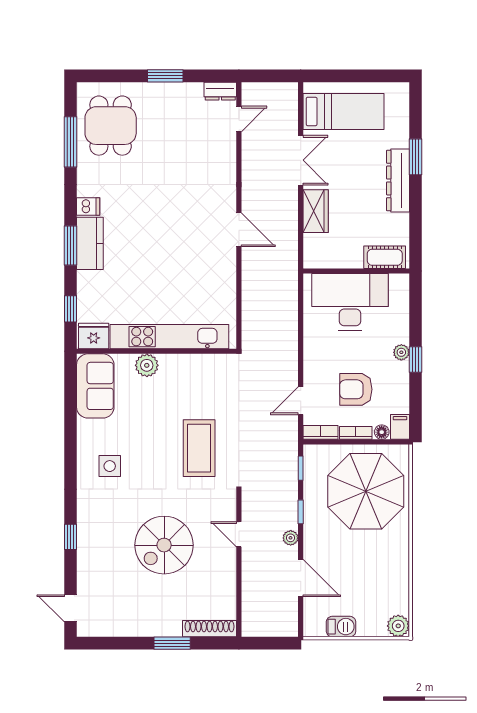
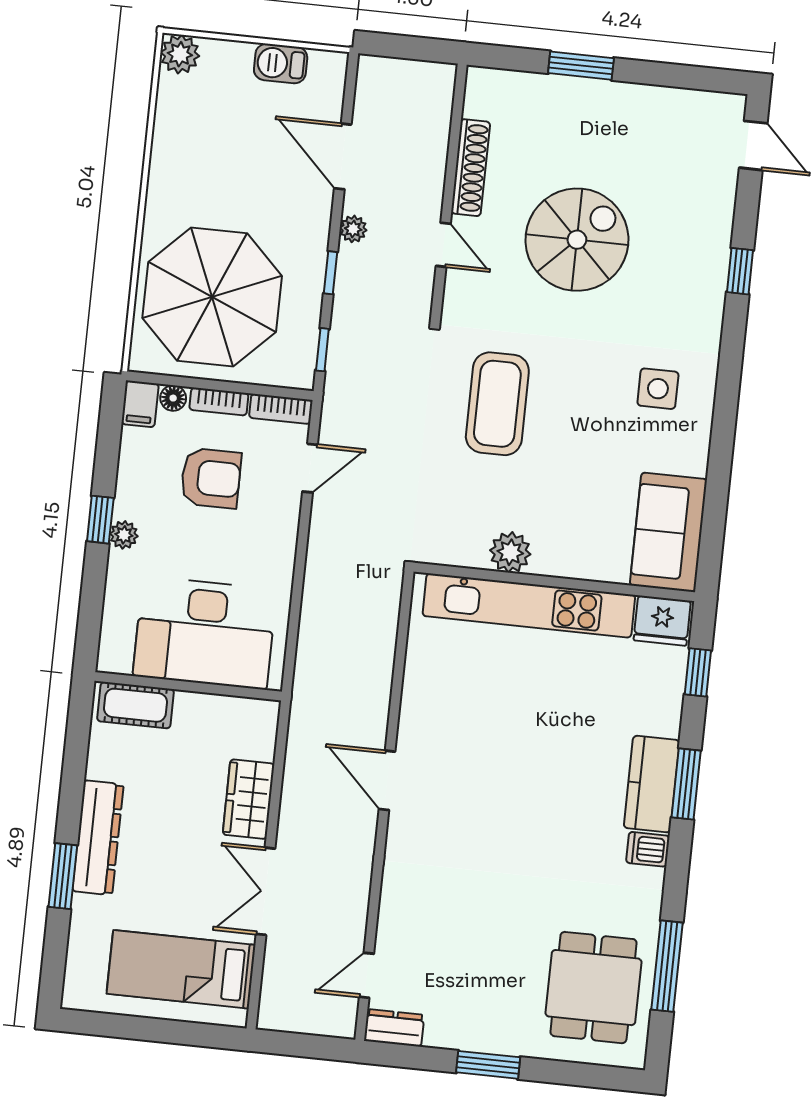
plant: (147, 365) -> (510, 552), moved
shoe rack: (209, 629) -> (471, 168), moved, turned -90

